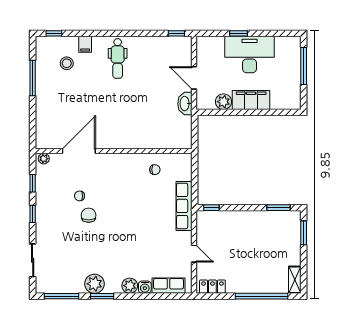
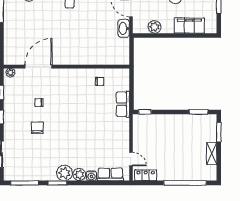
filing cabinet: (251, 100) -> (189, 26), moved
row of seats: (184, 206) -> (123, 104), width x0.68
chair: (89, 215) -> (37, 128), moved
door: (194, 254) -> (131, 159), moved
shelving: (295, 280) -> (212, 154), moved
plant: (95, 284) -> (64, 173), moved

